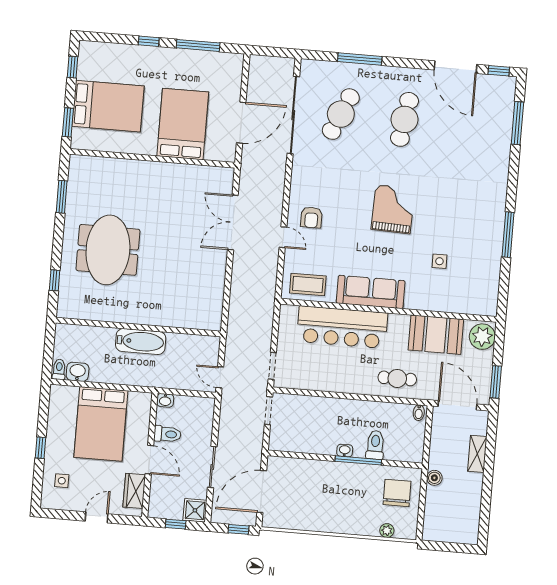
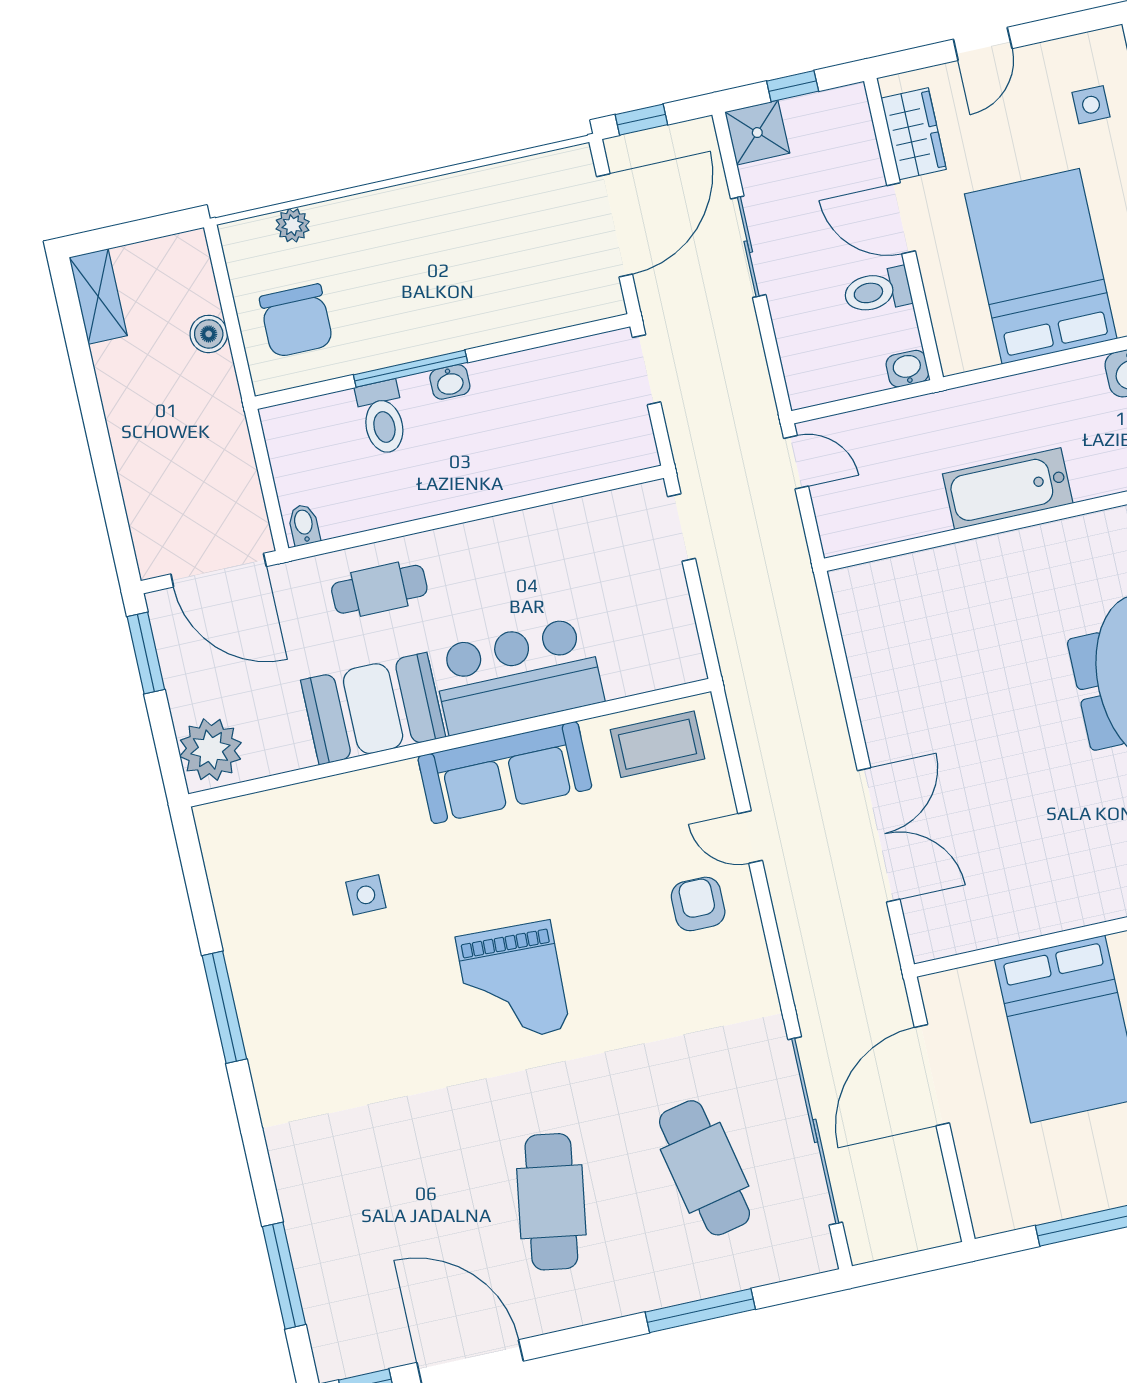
cafe table: (341, 114) -> (705, 1168), turned -36
bar counter: (342, 327) -> (518, 676), width x0.73
booth: (436, 335) -> (373, 709), moved
doorway: (268, 411) -> (646, 370), moved
shelving: (477, 454) -> (98, 296), moved
boiler: (434, 478) -> (209, 334), moved

